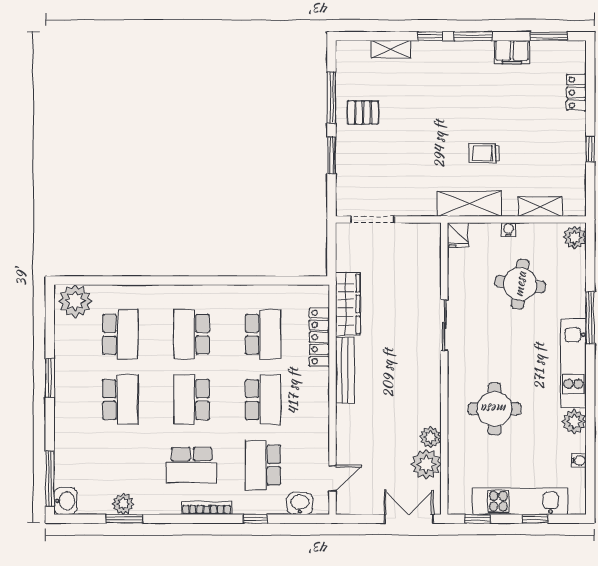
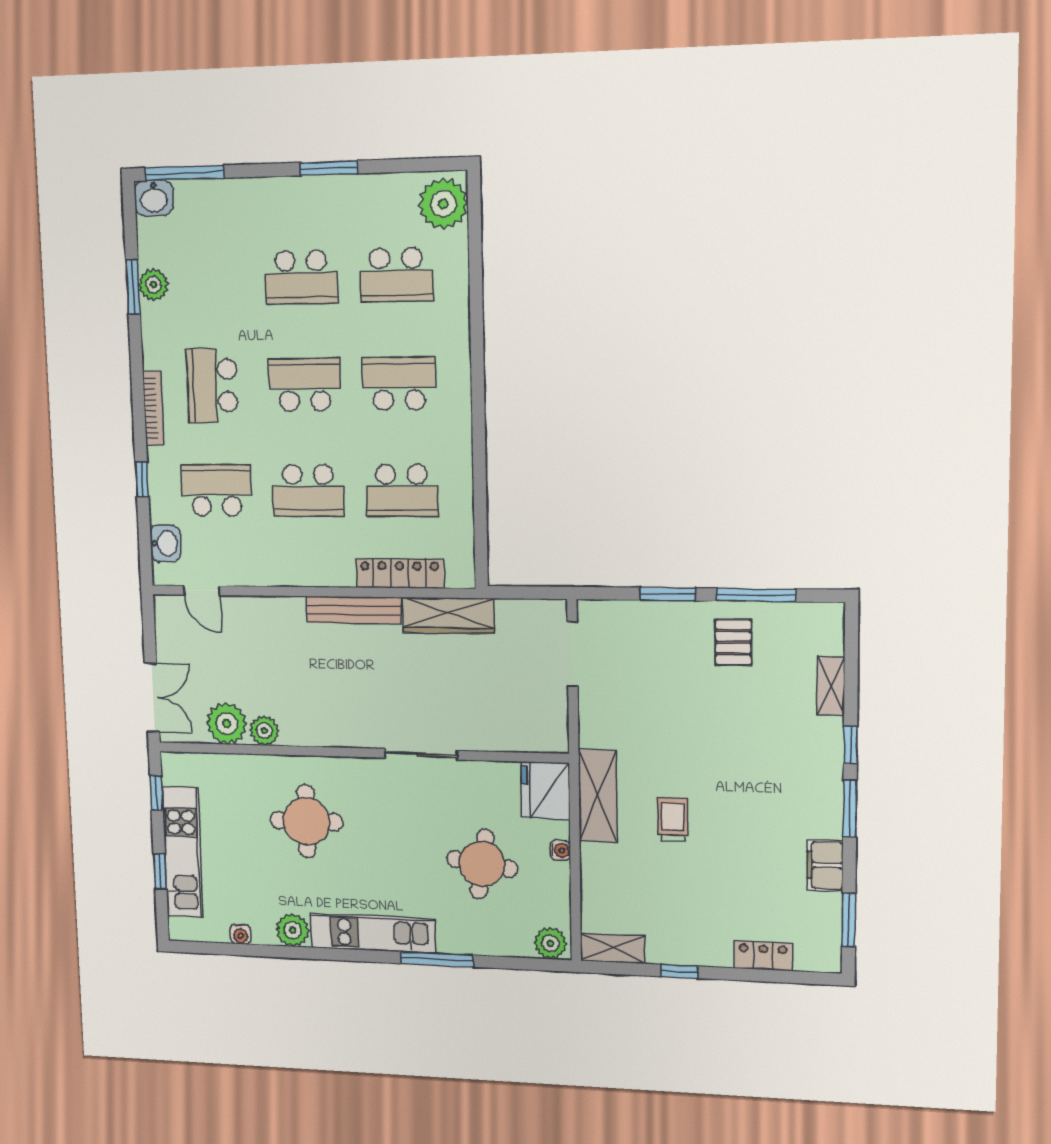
shelving: (540, 206) -> (613, 948), moved, turned 90
fridge: (458, 235) -> (545, 791), width x1.88, depth x1.34

